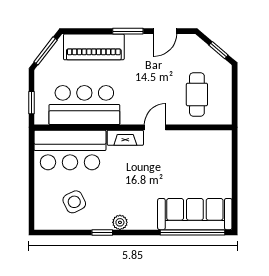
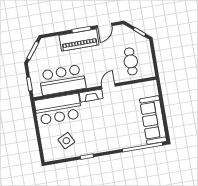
piano: (94, 47) -> (79, 40), moved
sofa: (195, 214) -> (153, 120), moved, turned -90
plant: (120, 222) -> (97, 149), removed

